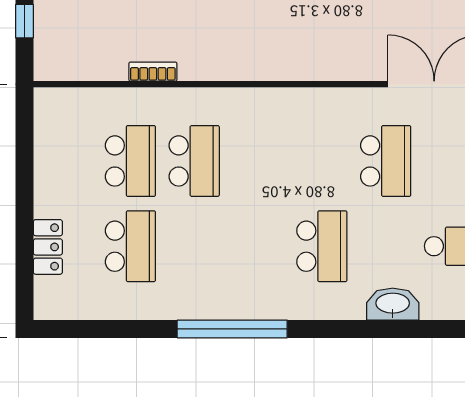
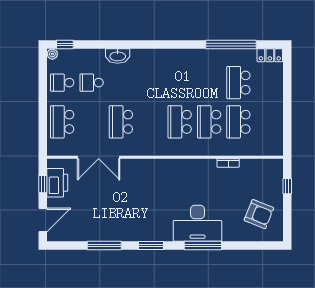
school desk: (322, 246) -> (180, 122), moved
locker: (48, 247) -> (270, 55), moved, turned -90
window: (232, 329) -> (231, 44), moved

